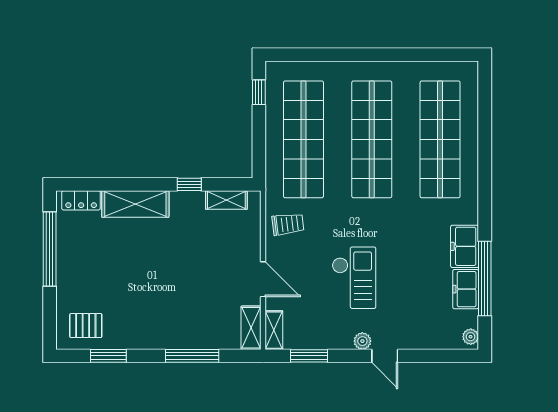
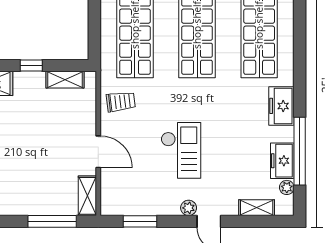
freezer: (465, 246) -> (281, 106), moved
shelving: (274, 330) -> (257, 208), moved, turned 90
plant: (471, 337) -> (287, 187), moved
window: (192, 356) -> (52, 221), moved

